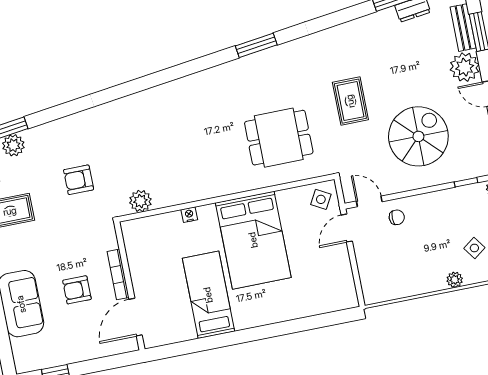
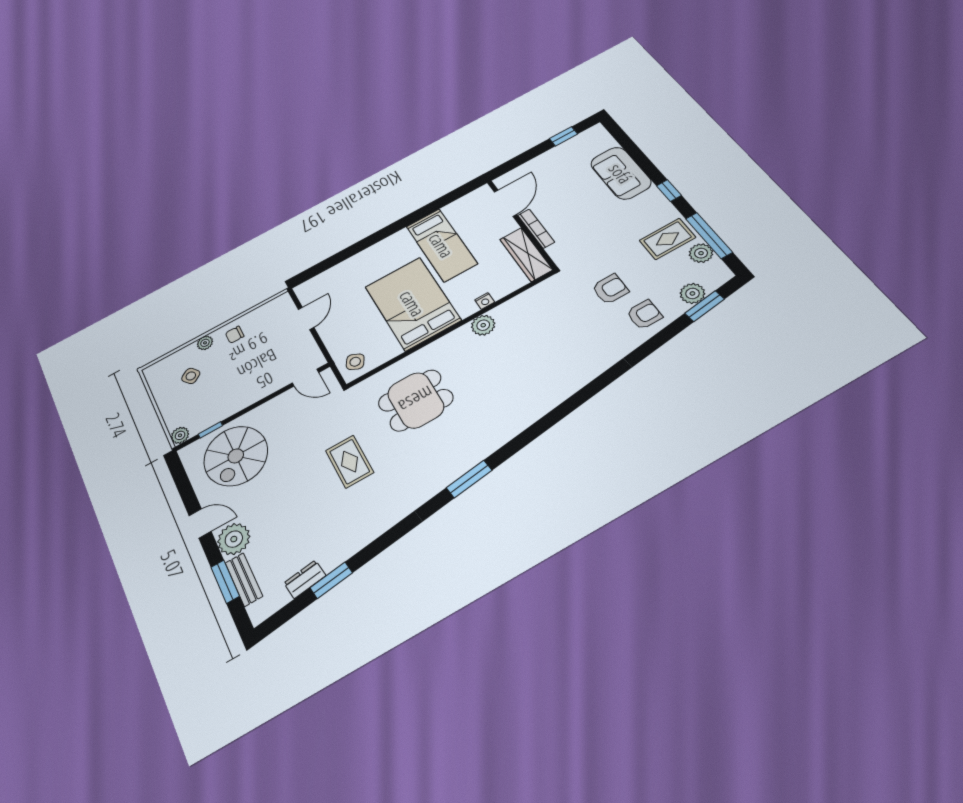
spiral stairs: (418, 136) -> (236, 456), moved
plant: (140, 201) -> (483, 325), moved
chair: (397, 217) -> (235, 335), moved
door: (347, 228) -> (306, 318), moved
wardrobe: (137, 249) -> (526, 254), added
armchair: (77, 290) -> (644, 315), moved

